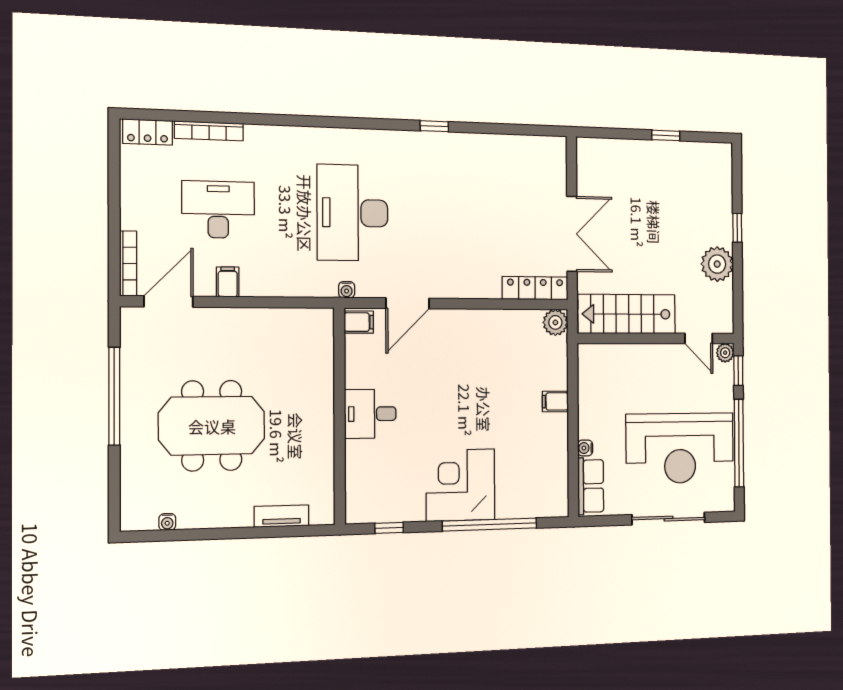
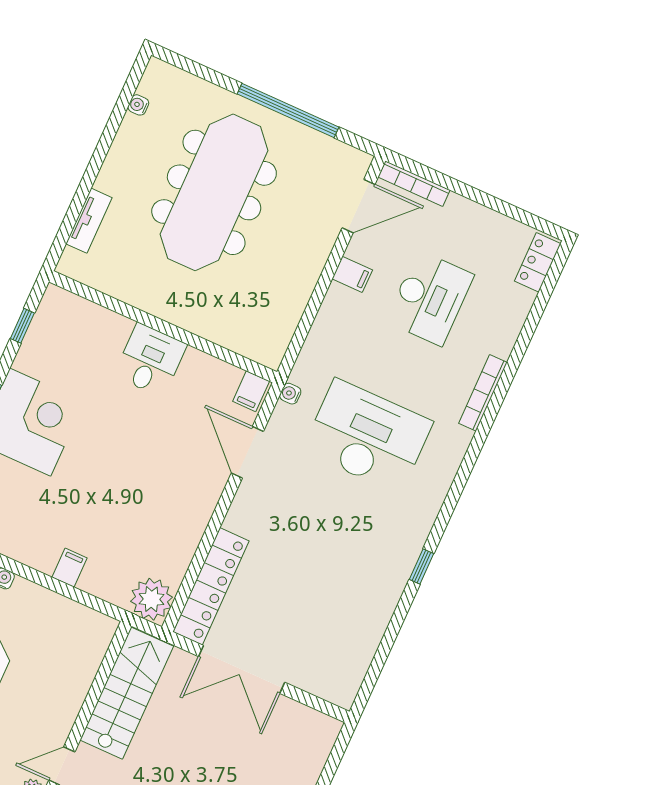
bookcase: (209, 131) -> (483, 393), moved
locker: (535, 288) -> (211, 586), width x1.41, depth x1.21
door: (169, 302) -> (358, 206), hinge flipped
plant: (555, 322) -> (151, 599), width x1.36, depth x1.36
meeting table: (212, 426) -> (214, 192), width x1.36

